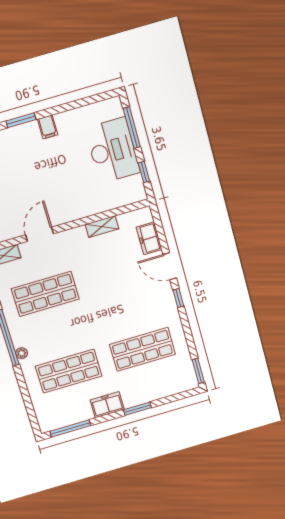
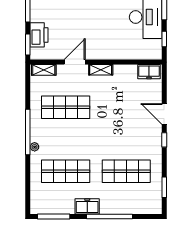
shelving: (102, 227) -> (101, 70), moved
freezer: (149, 238) -> (149, 72), moved, turned -90
window: (198, 371) -> (164, 187), moved
window: (137, 409) -> (109, 216), width x2.11

